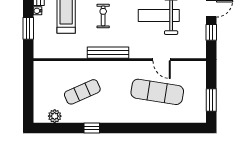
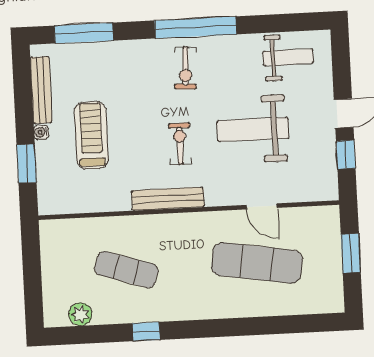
exercise bike: (103, 16) -> (180, 144), moved
exercise mat: (82, 92) -> (126, 270), turned 42
window: (211, 100) -> (351, 253), moved

